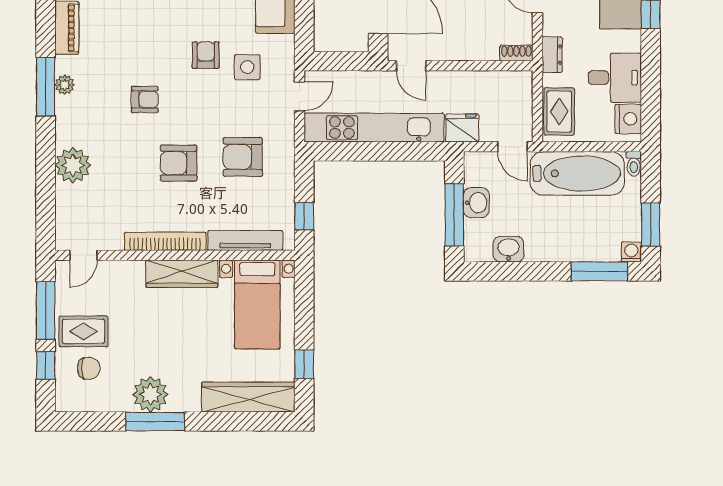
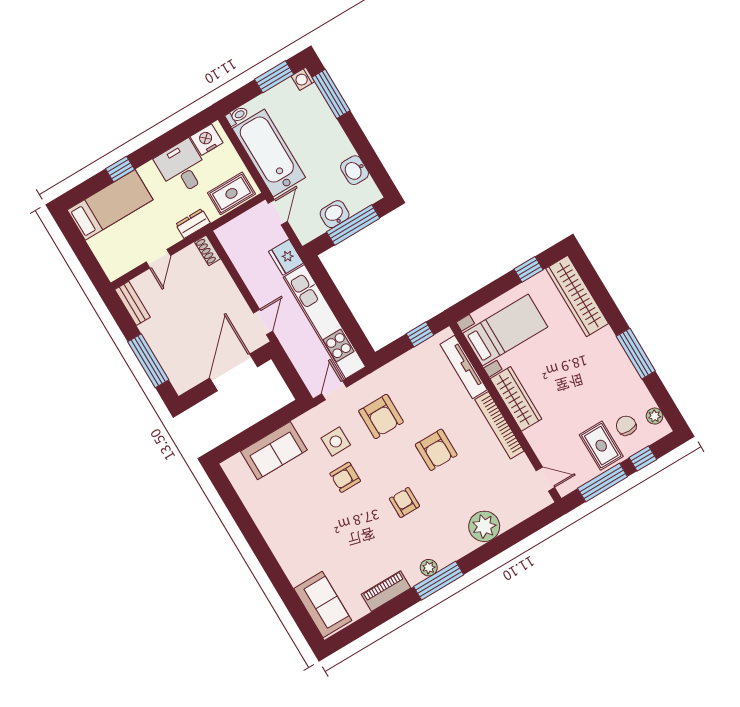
door: (300, 96) -> (334, 390), hinge flipped
armchair: (243, 157) -> (381, 416), moved
plant: (150, 394) -> (655, 416), moved, width x0.53, depth x0.53

